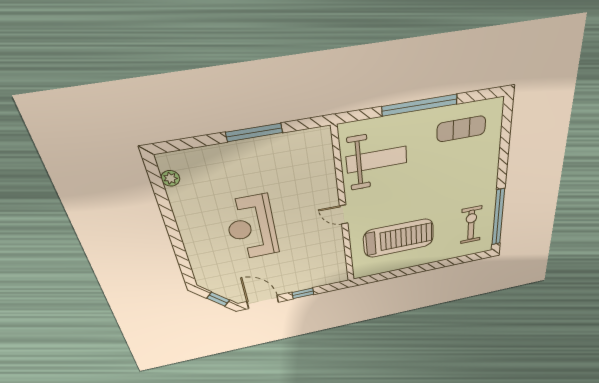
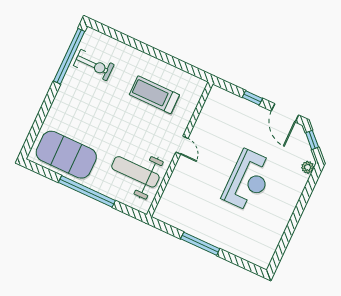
exercise mat: (461, 129) -> (66, 155), width x2.00, depth x1.45
plant: (170, 178) -> (308, 167), moved
exercise bike: (471, 225) -> (94, 65), turned -90
treadmill: (399, 238) -> (154, 95), width x0.73, depth x0.73

